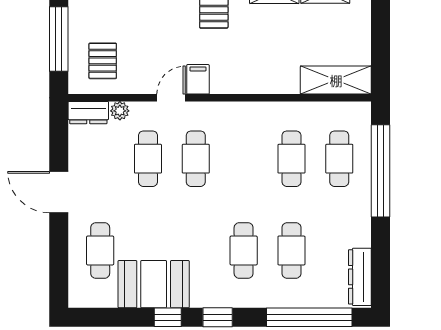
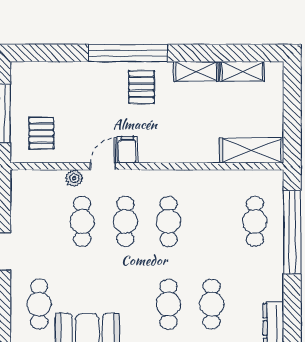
plant: (120, 111) -> (74, 178), moved
dresser: (88, 113) -> (28, 180), removed
cafe table: (291, 159) -> (168, 221), moved

